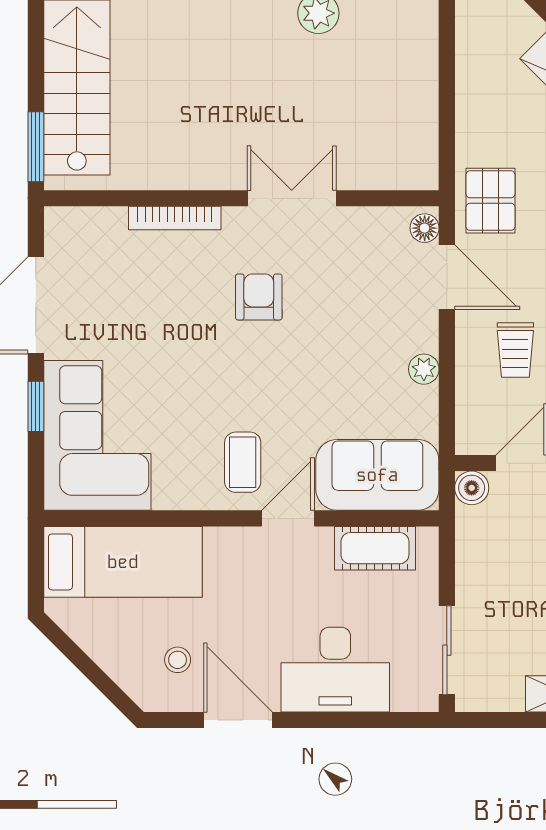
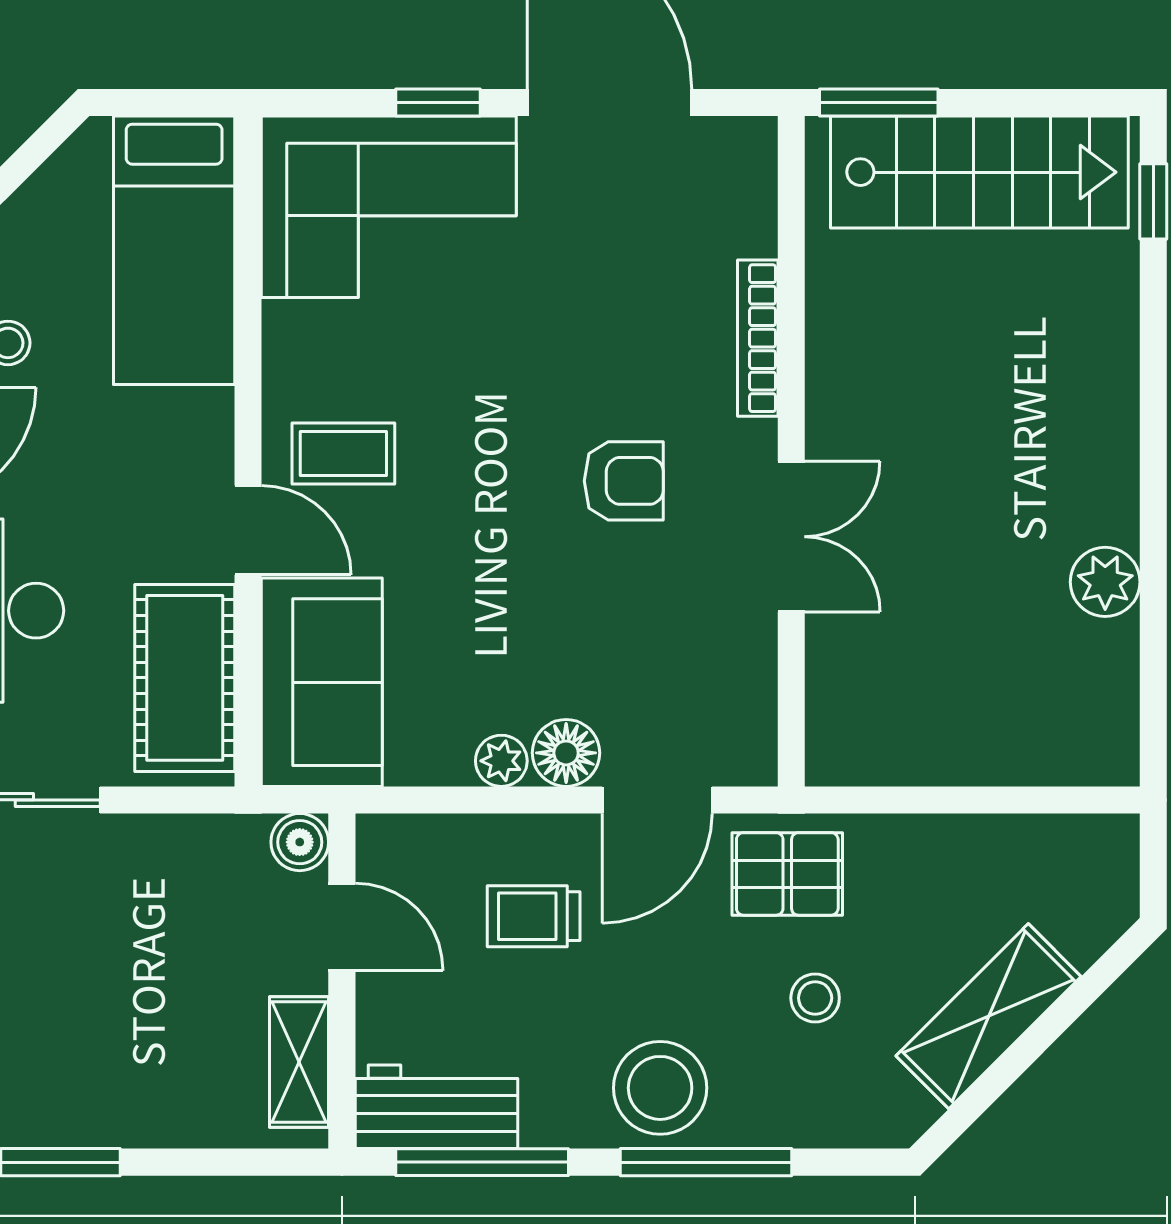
floor lamp: (425, 228) -> (566, 753), moved, width x1.37, depth x1.37
cot: (375, 548) -> (185, 678), width x1.37, depth x1.34

